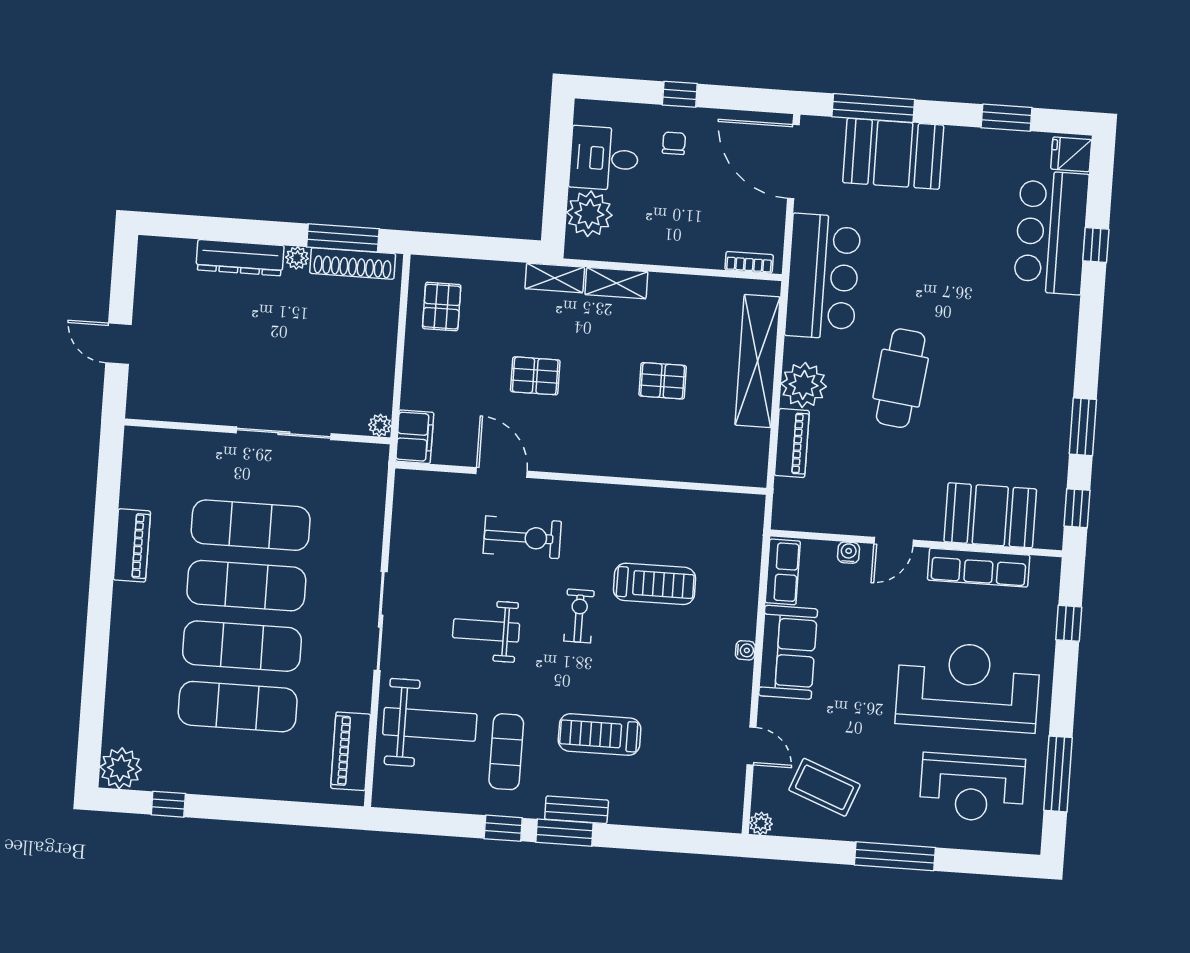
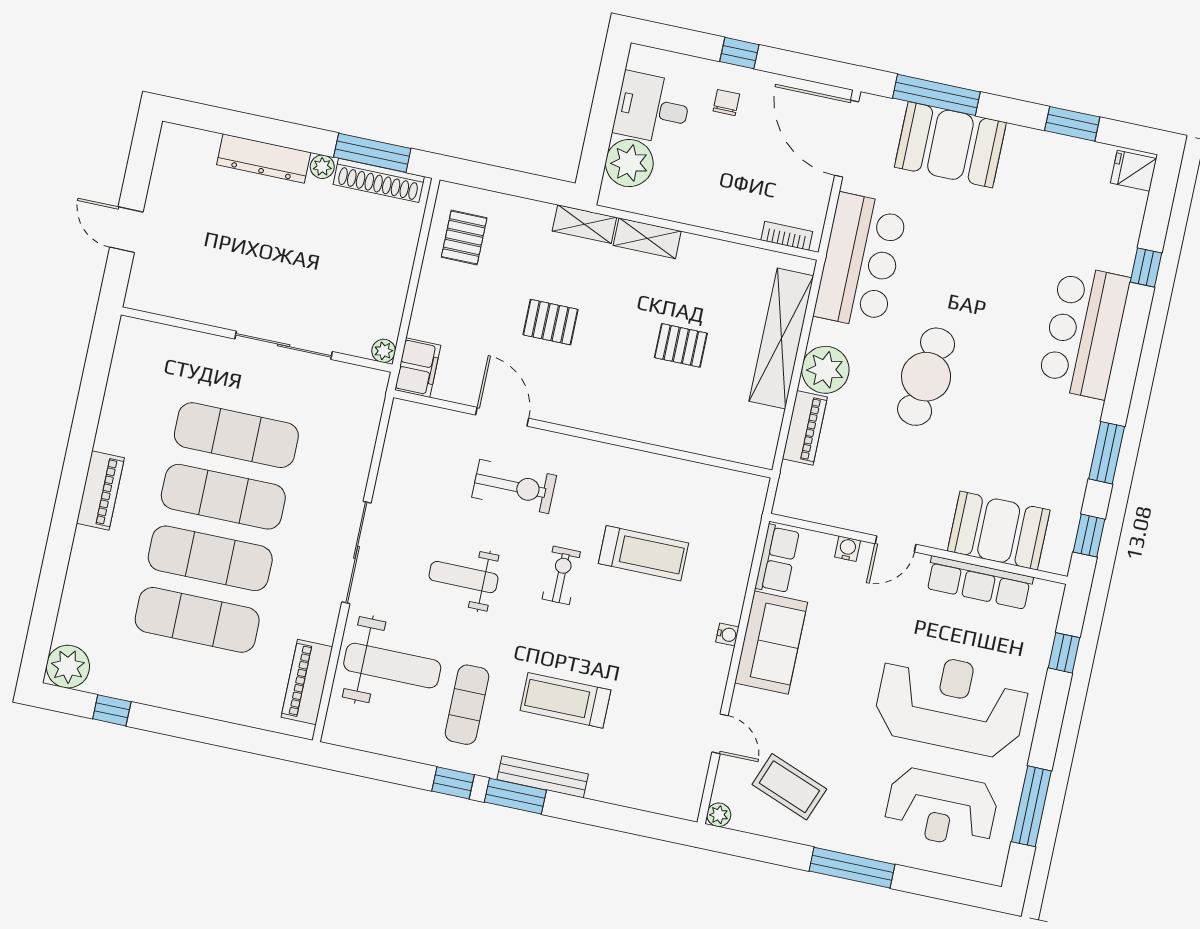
bar counter: (1051, 232) -> (1084, 332), moved
piano: (132, 545) -> (100, 491), moved
bench: (577, 810) -> (543, 777), width x1.36

